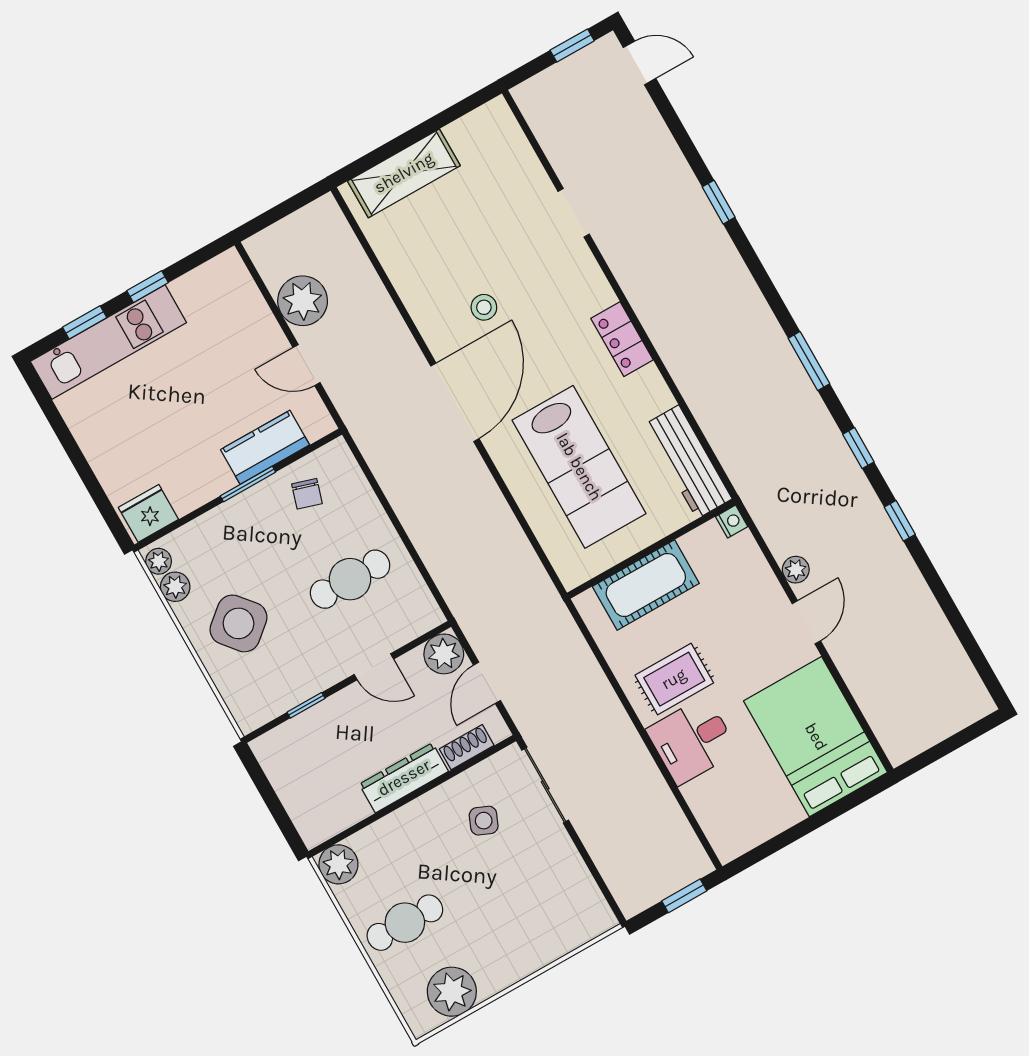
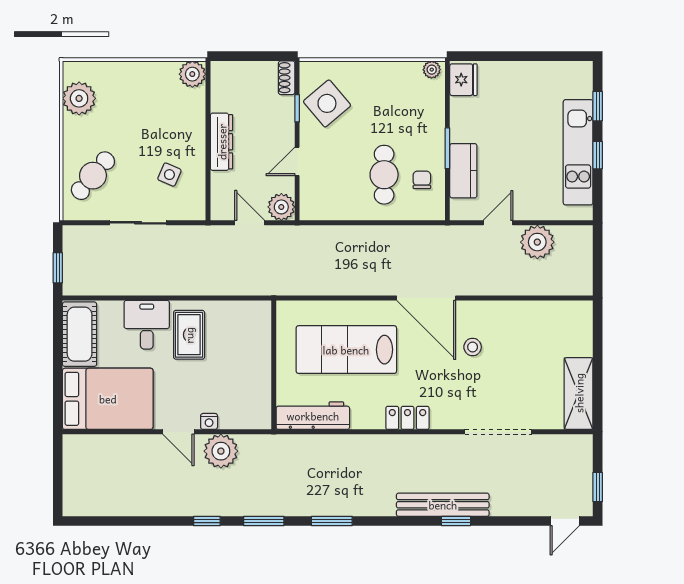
shelving: (404, 173) -> (579, 393), moved
doorway: (574, 213) -> (498, 432), width x1.88
bench: (707, 231) -> (443, 505), added
kitchen unit: (108, 342) -> (578, 152), moved
window: (858, 448) -> (264, 521), width x1.50
chair: (307, 494) -> (422, 180), turned 73
nightstand: (732, 522) -> (209, 421), moved
plant: (796, 570) -> (221, 451), width x1.87, depth x1.87
cafe table: (350, 579) -> (384, 175), moved
cot: (646, 585) -> (80, 334), moved
plant: (175, 587) -> (411, 71), removed
side table: (239, 623) -> (327, 103), moved
shoe rack: (467, 747) -> (287, 78), moved, turned 180
sliding door: (545, 785) -> (138, 223), moved
cafe table: (405, 923) -> (93, 176), moved, turned 40

